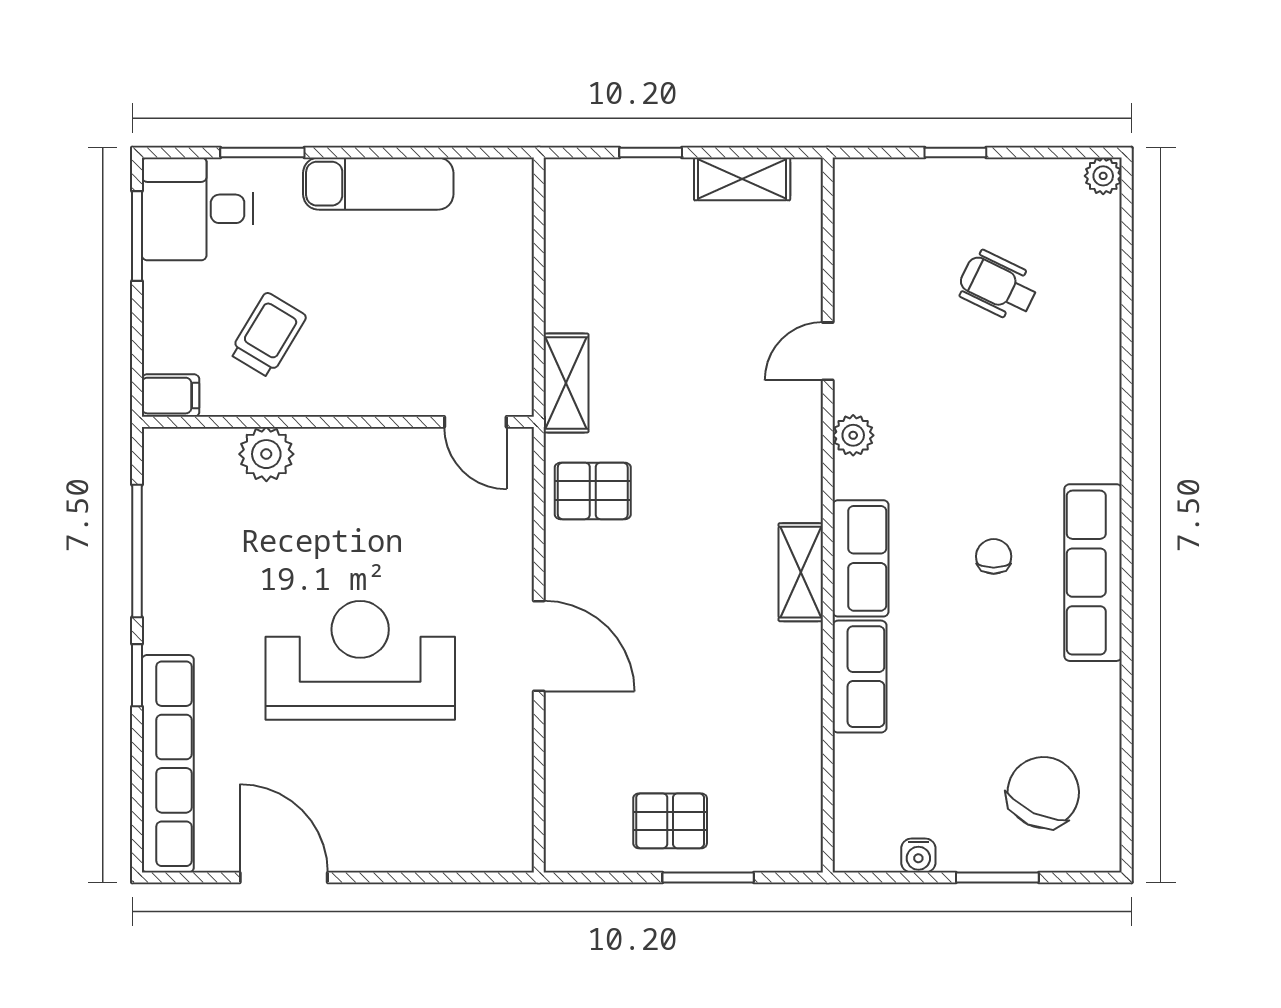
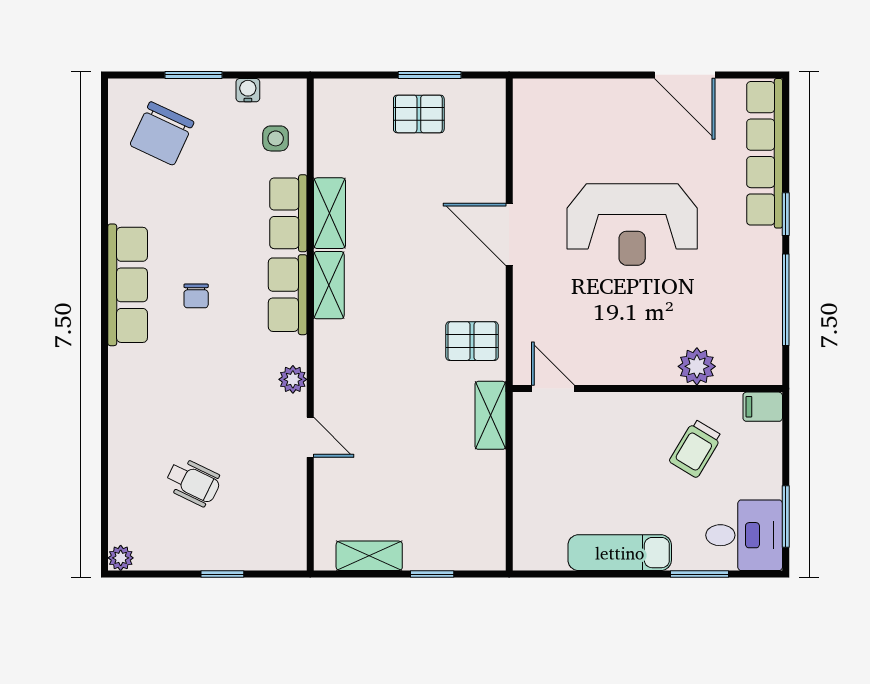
door: (828, 351) -> (310, 437), hinge flipped
shelving: (800, 677) -> (330, 213), added
side table: (878, 785) -> (276, 138), added
window: (708, 877) -> (430, 75), moved

